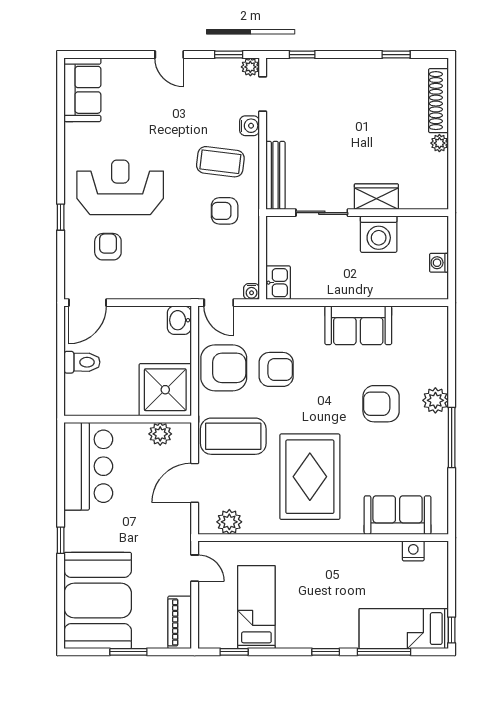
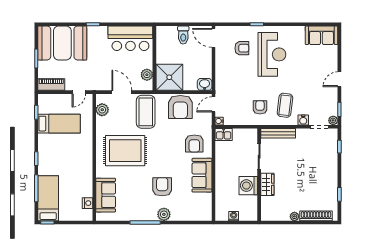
armchair: (276, 369) -> (194, 143), moved

